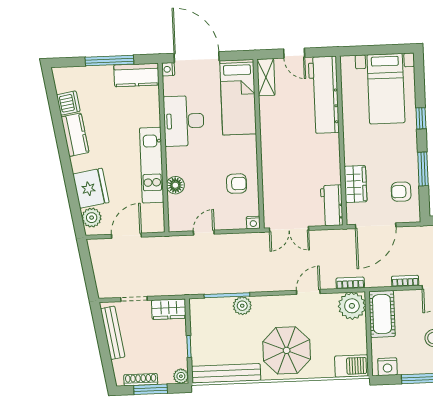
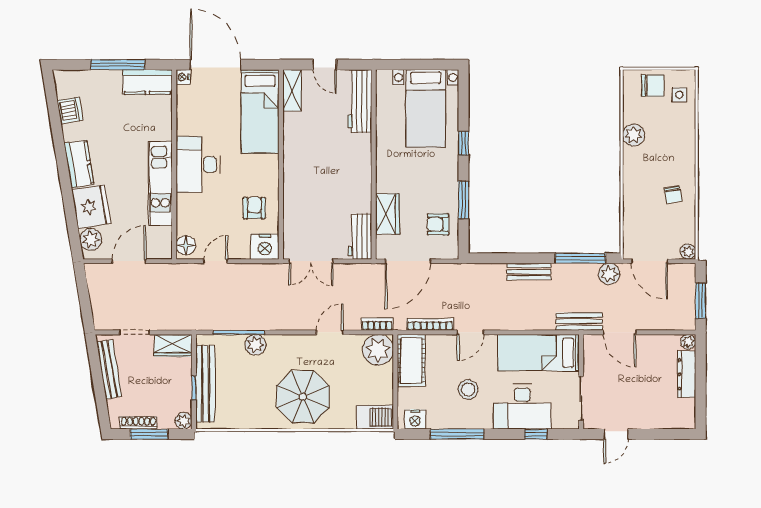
workbench: (324, 95) -> (360, 101), width x0.73, depth x0.76
desk: (184, 121) -> (198, 164), moved
kitchen counter: (75, 135) -> (79, 164), moved
armchair: (237, 184) -> (254, 208), turned -90
floor lamp: (175, 185) -> (186, 245), moved
nightstand: (253, 223) -> (265, 247), width x1.89, depth x1.79
bookcase: (405, 281) -> (430, 324), width x1.56
bench: (226, 373) -> (205, 384), moved, turned 90

